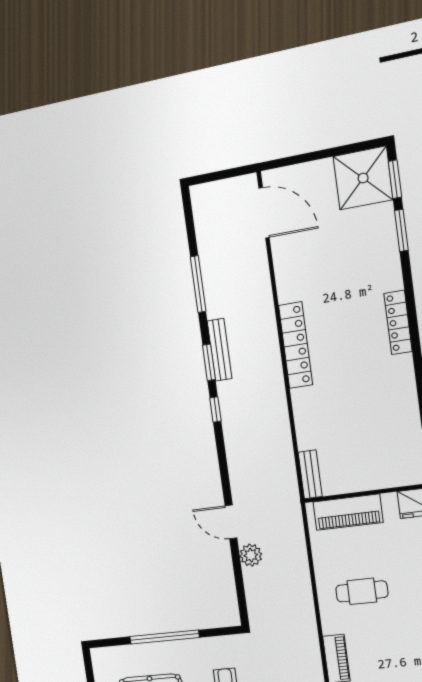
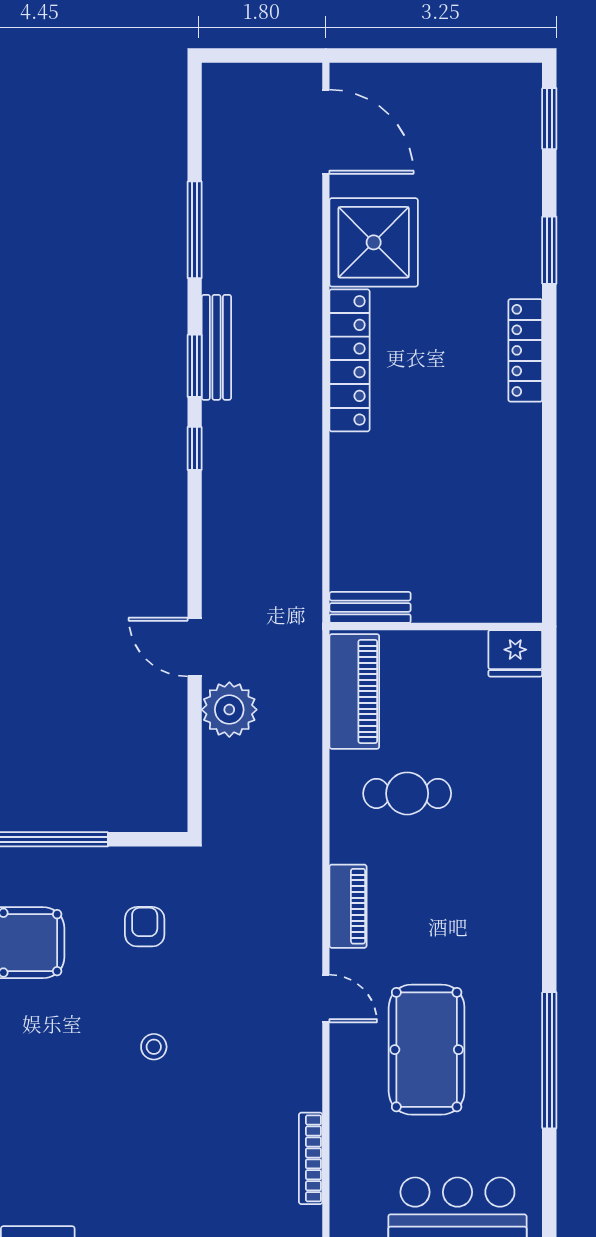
shower: (363, 178) -> (374, 242), moved
window: (401, 230) -> (549, 250), moved
bench: (310, 474) -> (370, 607), moved, turned 90
piano: (348, 512) -> (354, 691), moved, turned -90
plant: (251, 555) -> (229, 710), width x1.36, depth x1.36

